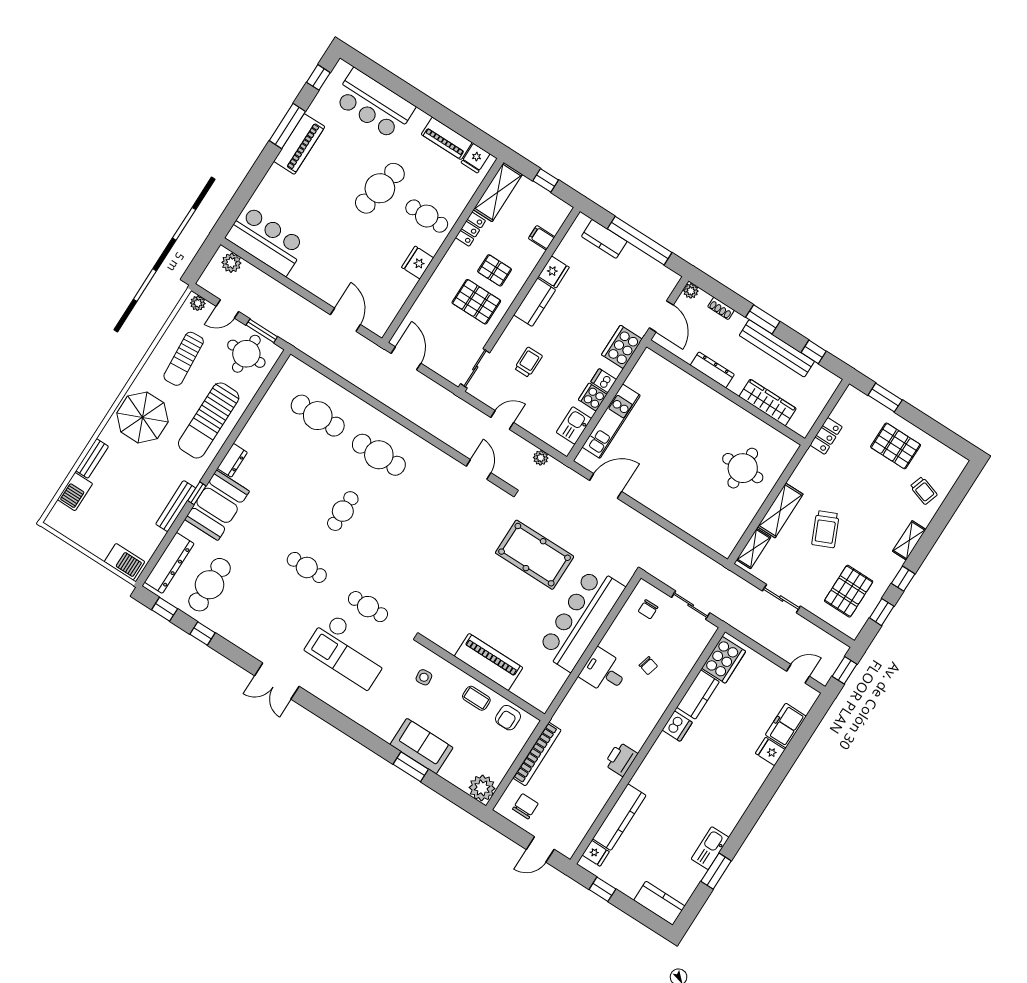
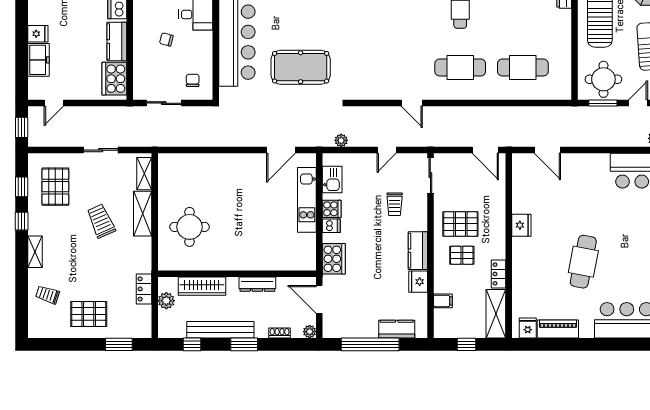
cafe table: (427, 216) -> (536, 263), removed
plant: (812, 411) -> (166, 301), added
door: (479, 470) -> (412, 103), moved

